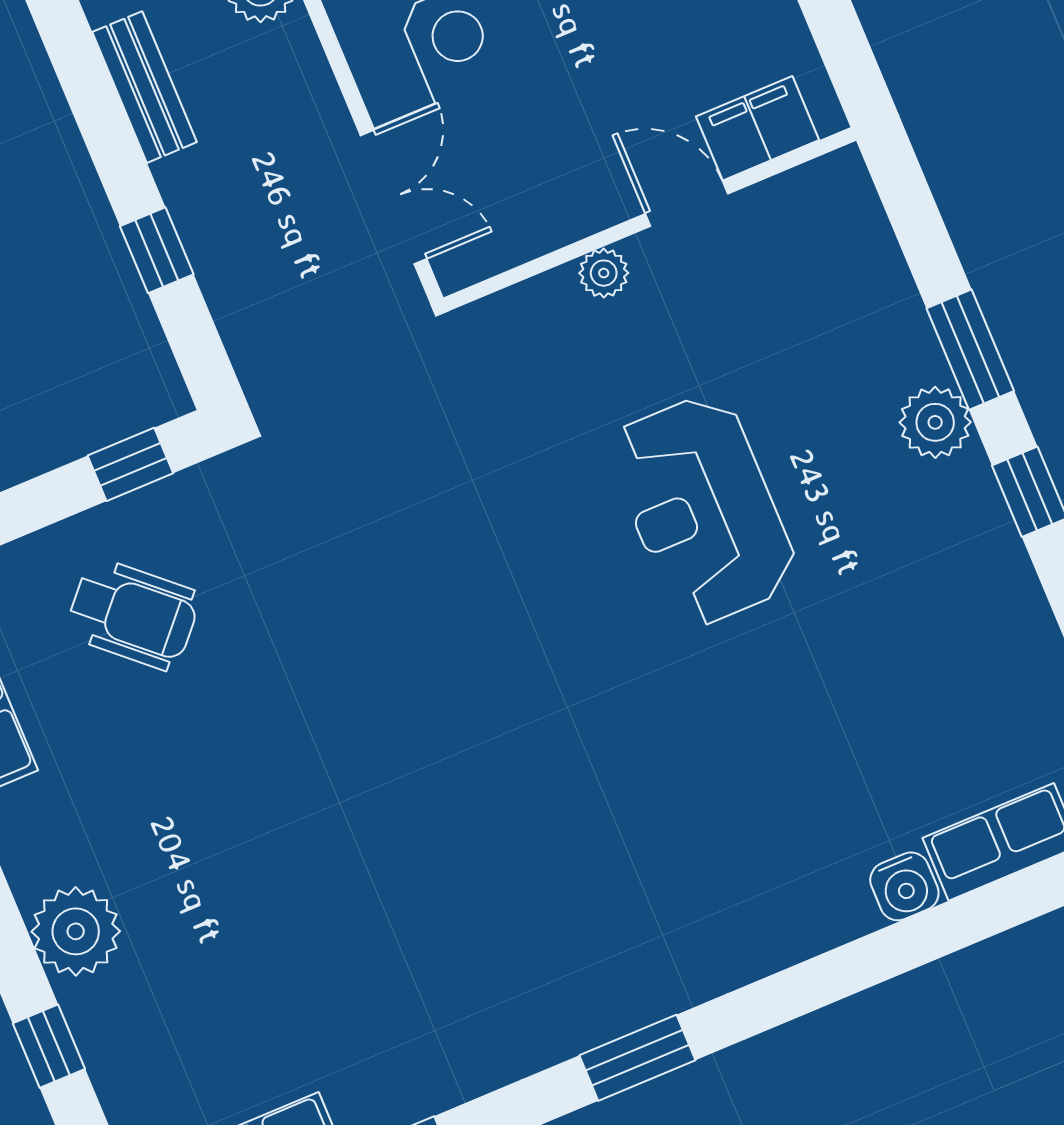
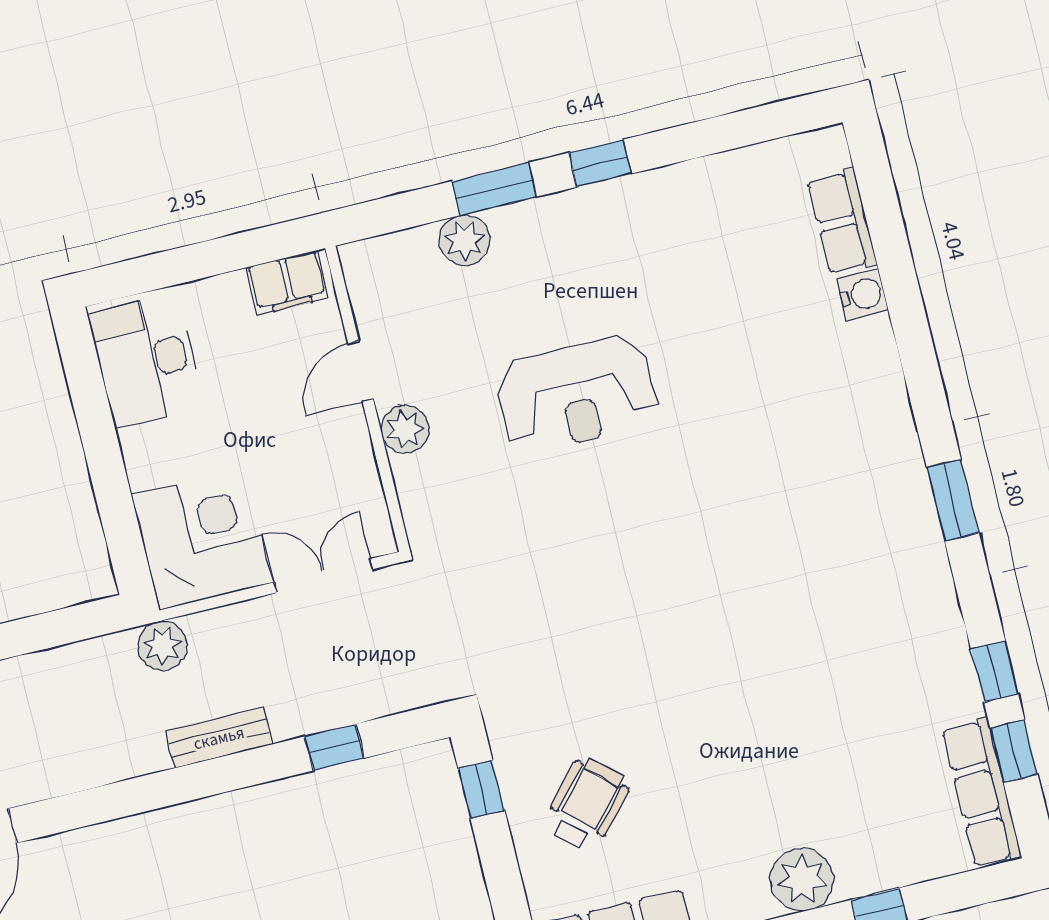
filing cabinet: (758, 128) -> (287, 283), moved, turned -90
plant: (604, 273) -> (405, 429), width x1.38, depth x1.38
plant: (935, 422) -> (465, 240), moved

